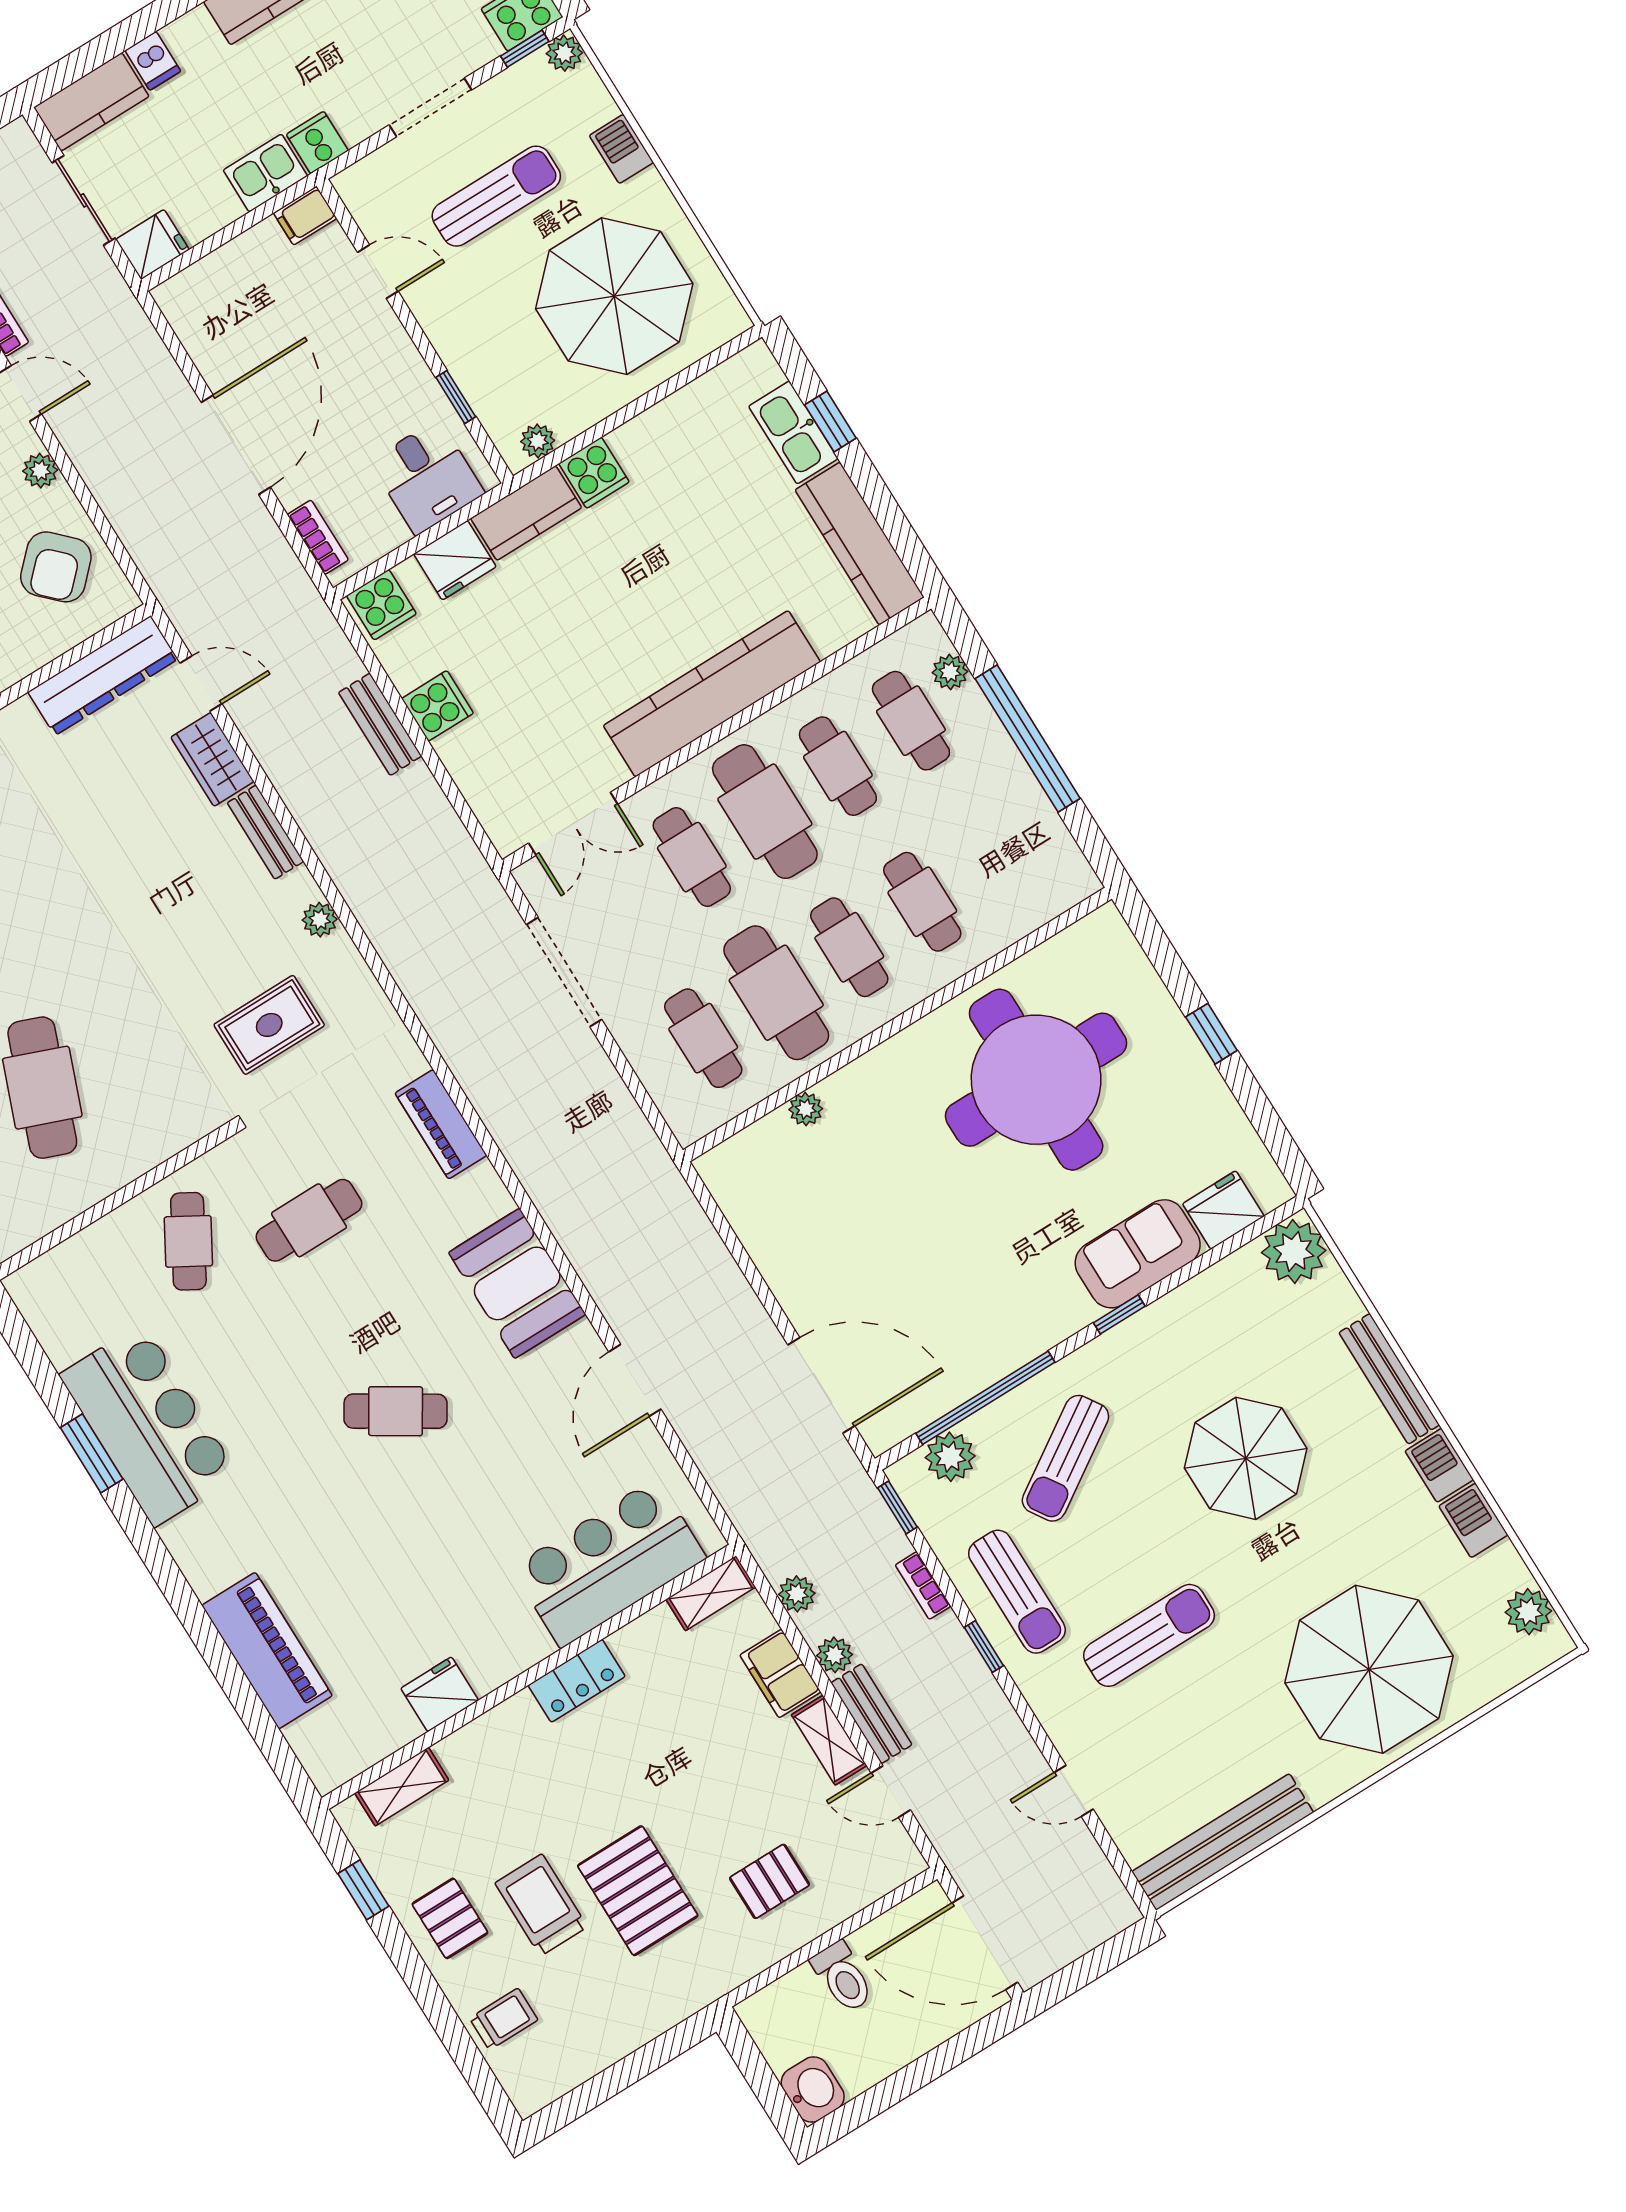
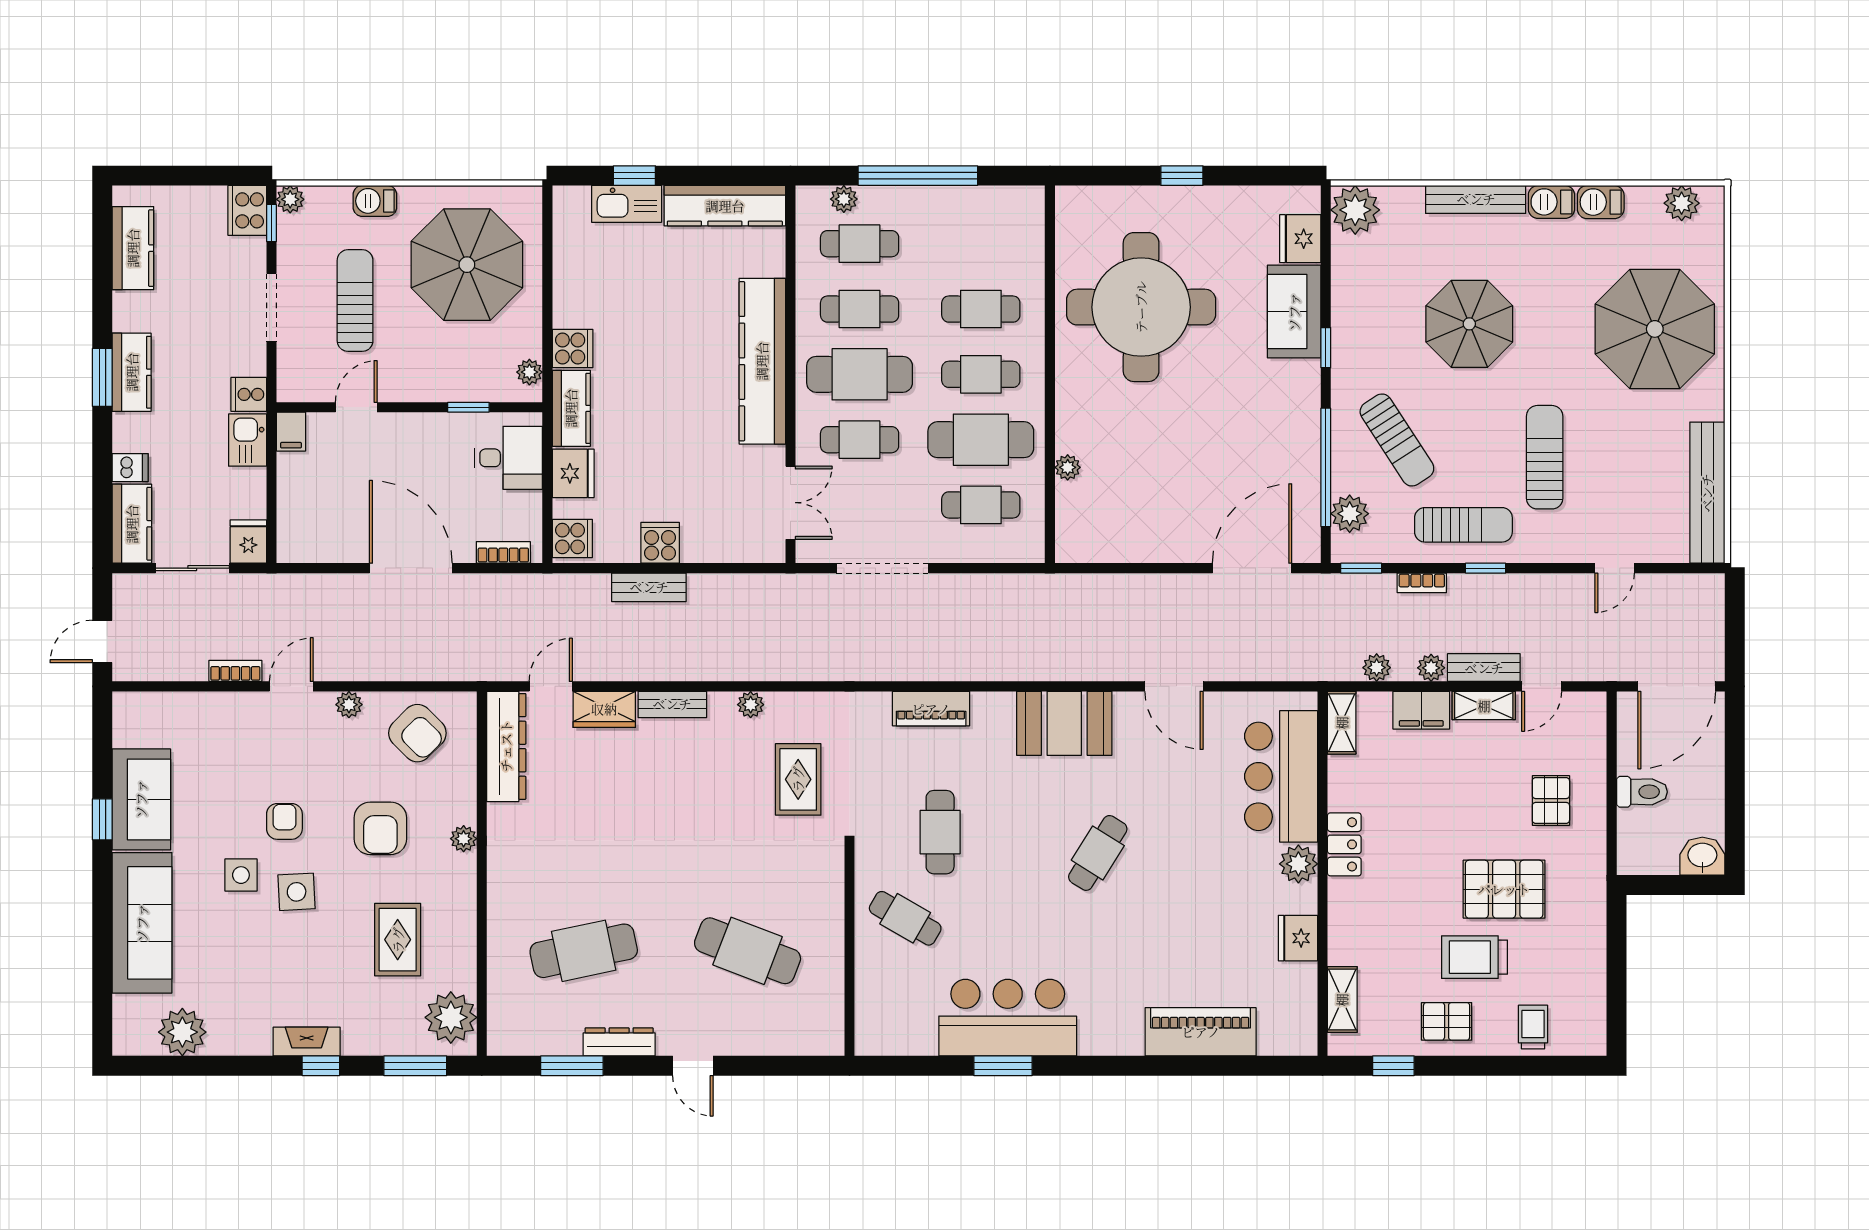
plant: (523, 1643) -> (1298, 864), added

